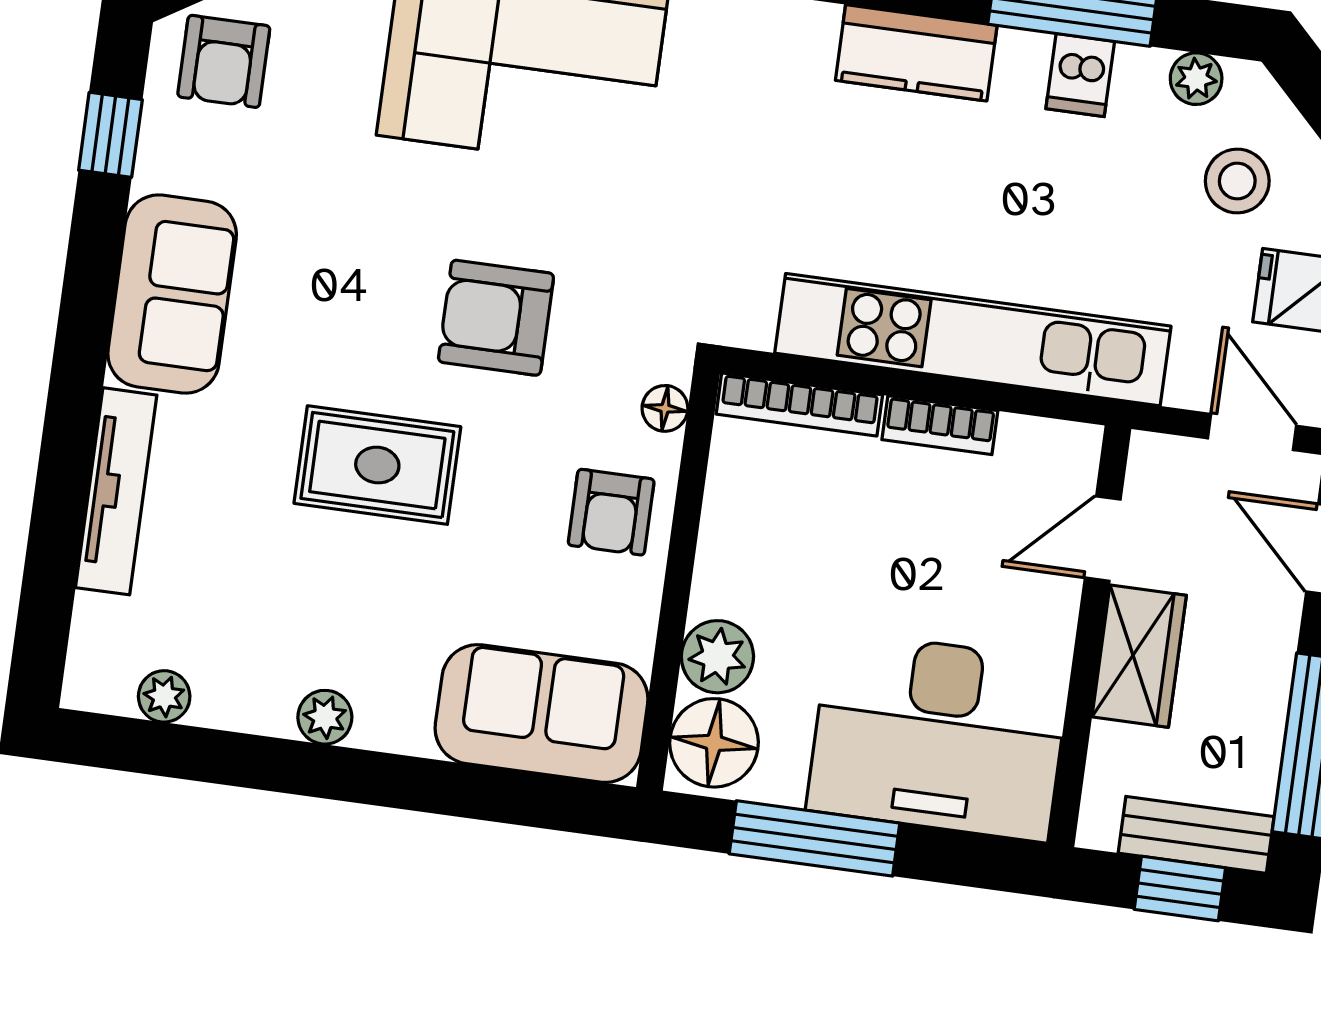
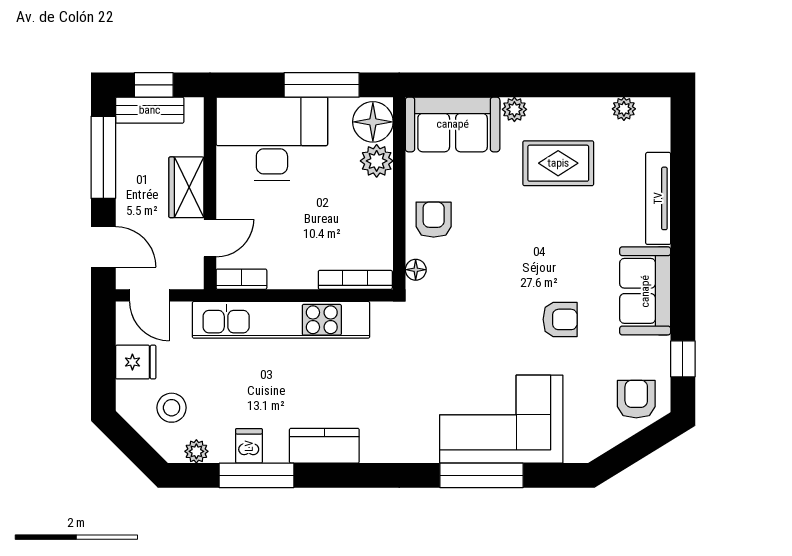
armchair: (496, 318) -> (560, 319), moved, width x0.72, depth x0.72
bookcase: (940, 425) -> (241, 279), moved
rug: (377, 465) -> (558, 163), moved
plant: (325, 717) -> (514, 109), moved

